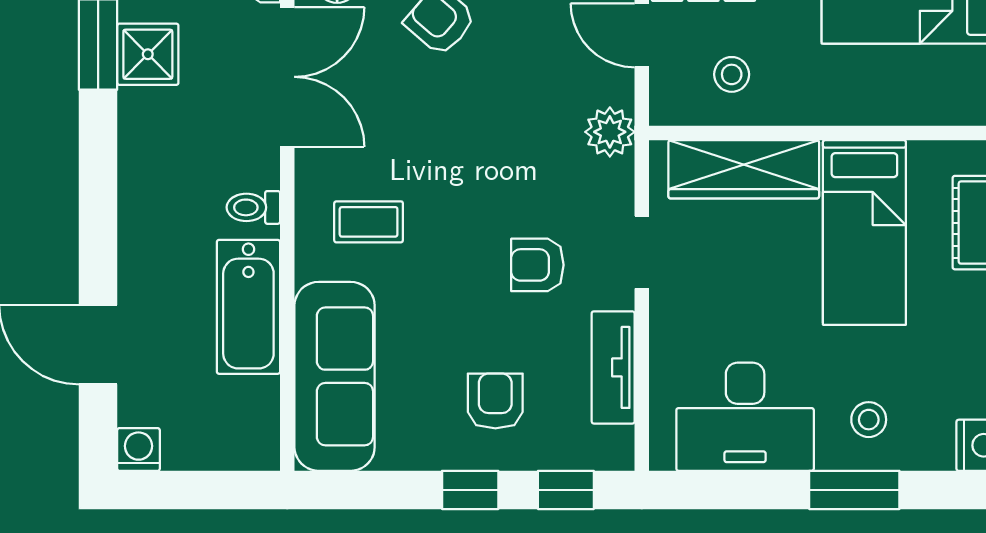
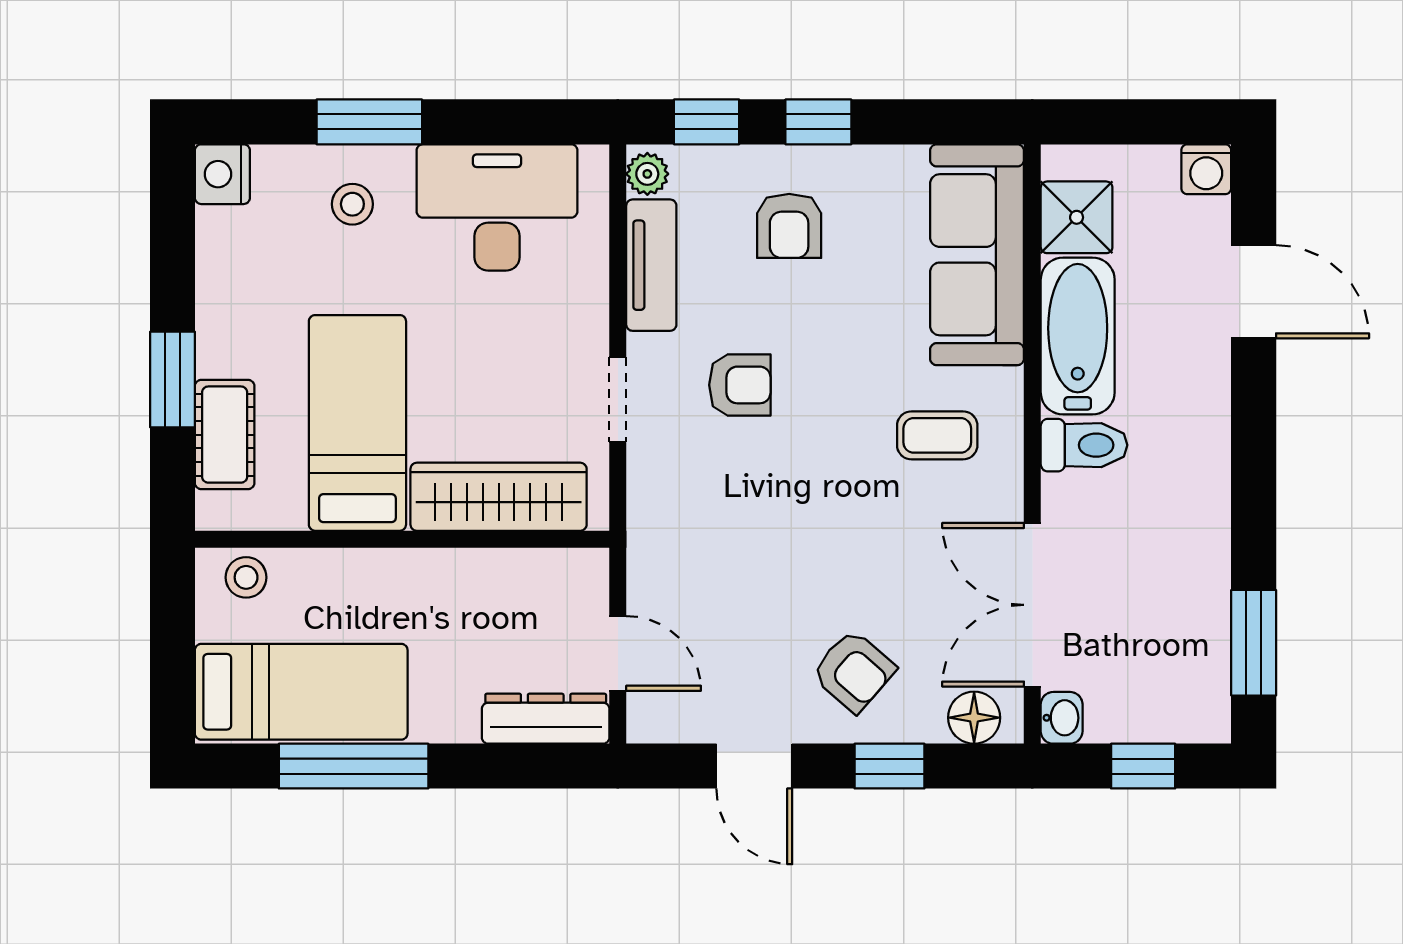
shower: (148, 54) -> (1077, 217), moved
stool: (732, 74) -> (246, 577), moved
plant: (610, 132) -> (647, 174), moved, width x0.73, depth x0.73
toilet: (253, 207) -> (1084, 445), width x1.37, depth x1.39

